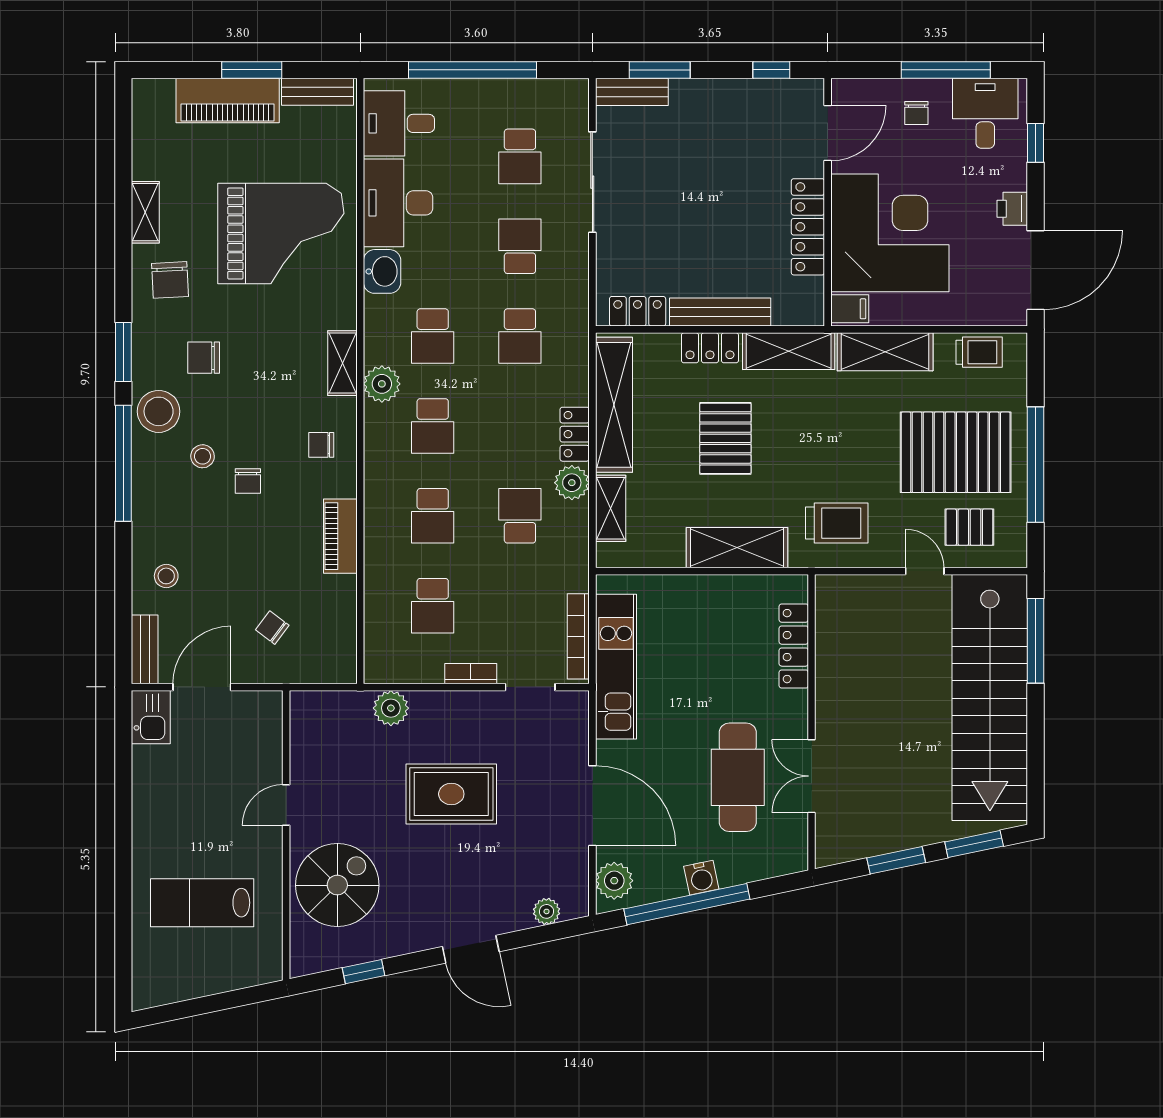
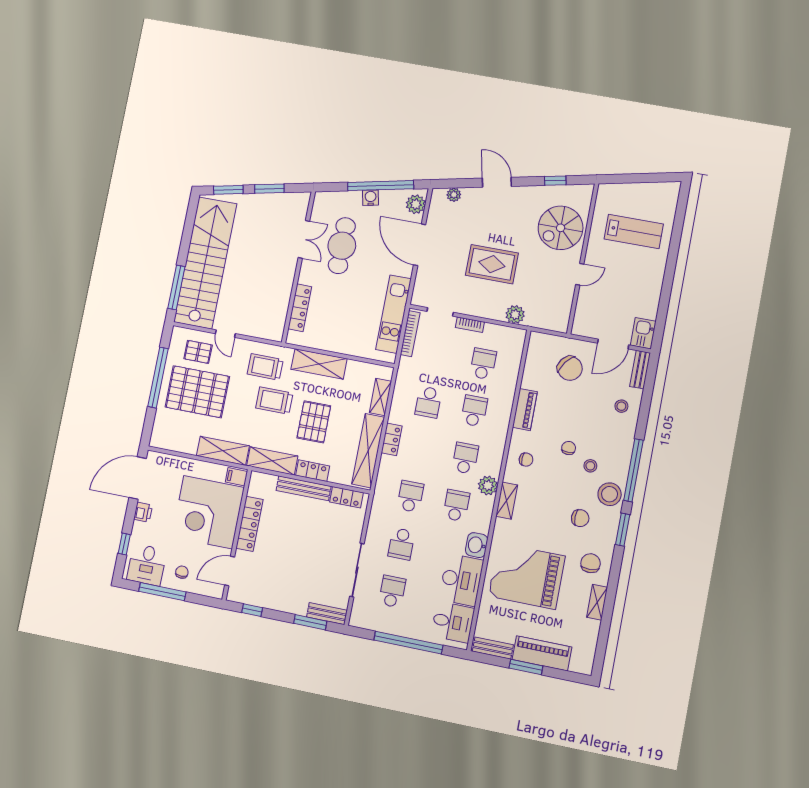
trolley: (979, 352) -> (274, 401), moved, width x1.36, depth x1.39
plant: (572, 483) -> (398, 414), removed
chair: (272, 628) -> (570, 368), width x1.87, depth x1.87

